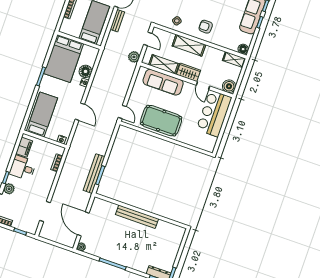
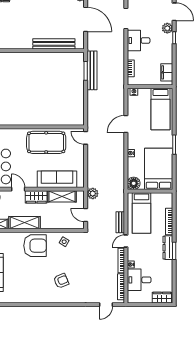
armchair: (206, 27) -> (35, 246), width x1.88, depth x1.88
shelving: (189, 45) -> (25, 223), moved
floor lamp: (86, 71) -> (134, 183), moved
door: (80, 112) -> (126, 124), hinge flipped
desk: (23, 168) -> (139, 40), moved, turned 180
bench: (137, 217) -> (54, 44), moved

